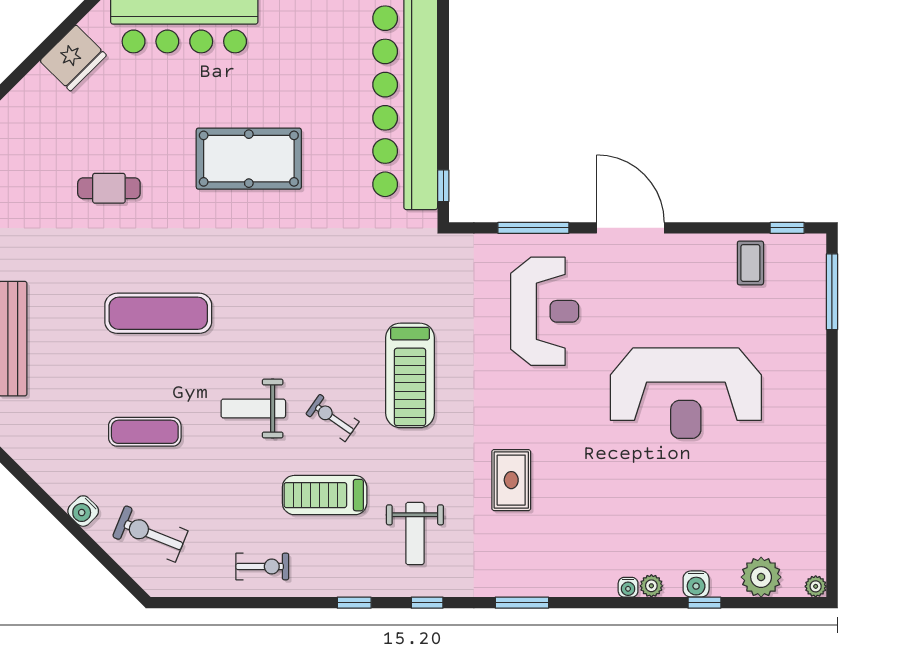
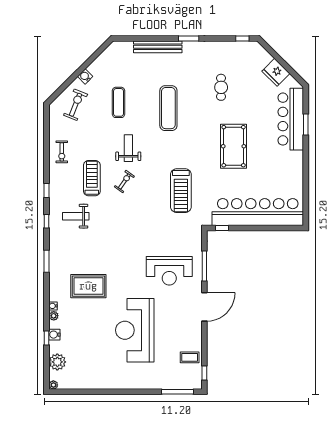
treadmill: (410, 375) -> (181, 191), moved, turned -90
rug: (511, 480) -> (88, 286), moved, width x1.36, depth x1.43

